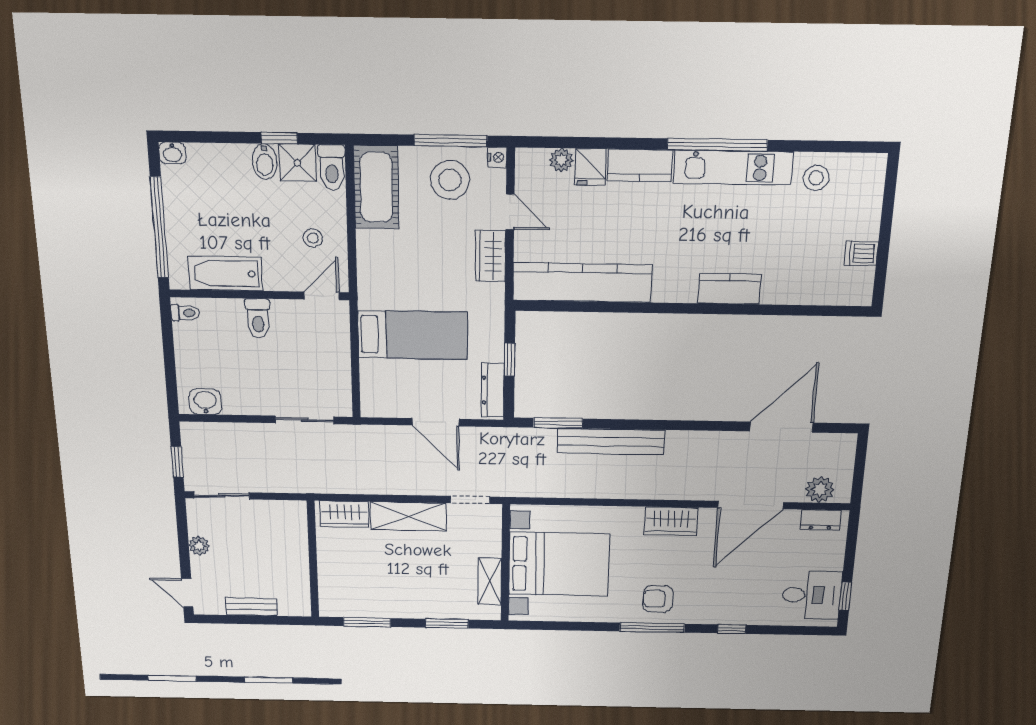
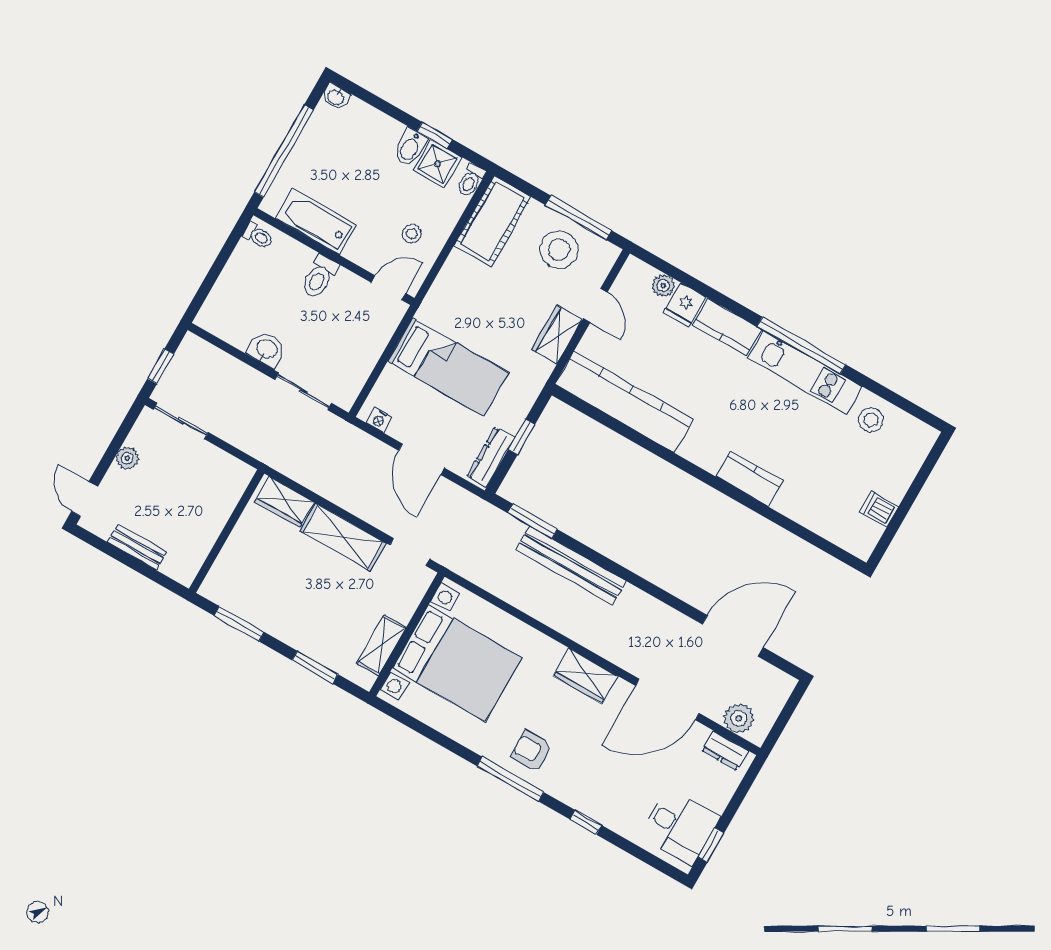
nightstand: (497, 157) -> (379, 420), moved, turned 90
toilet: (332, 168) -> (471, 180), width x0.73, depth x0.72
washbasin: (205, 402) -> (267, 350), moved

